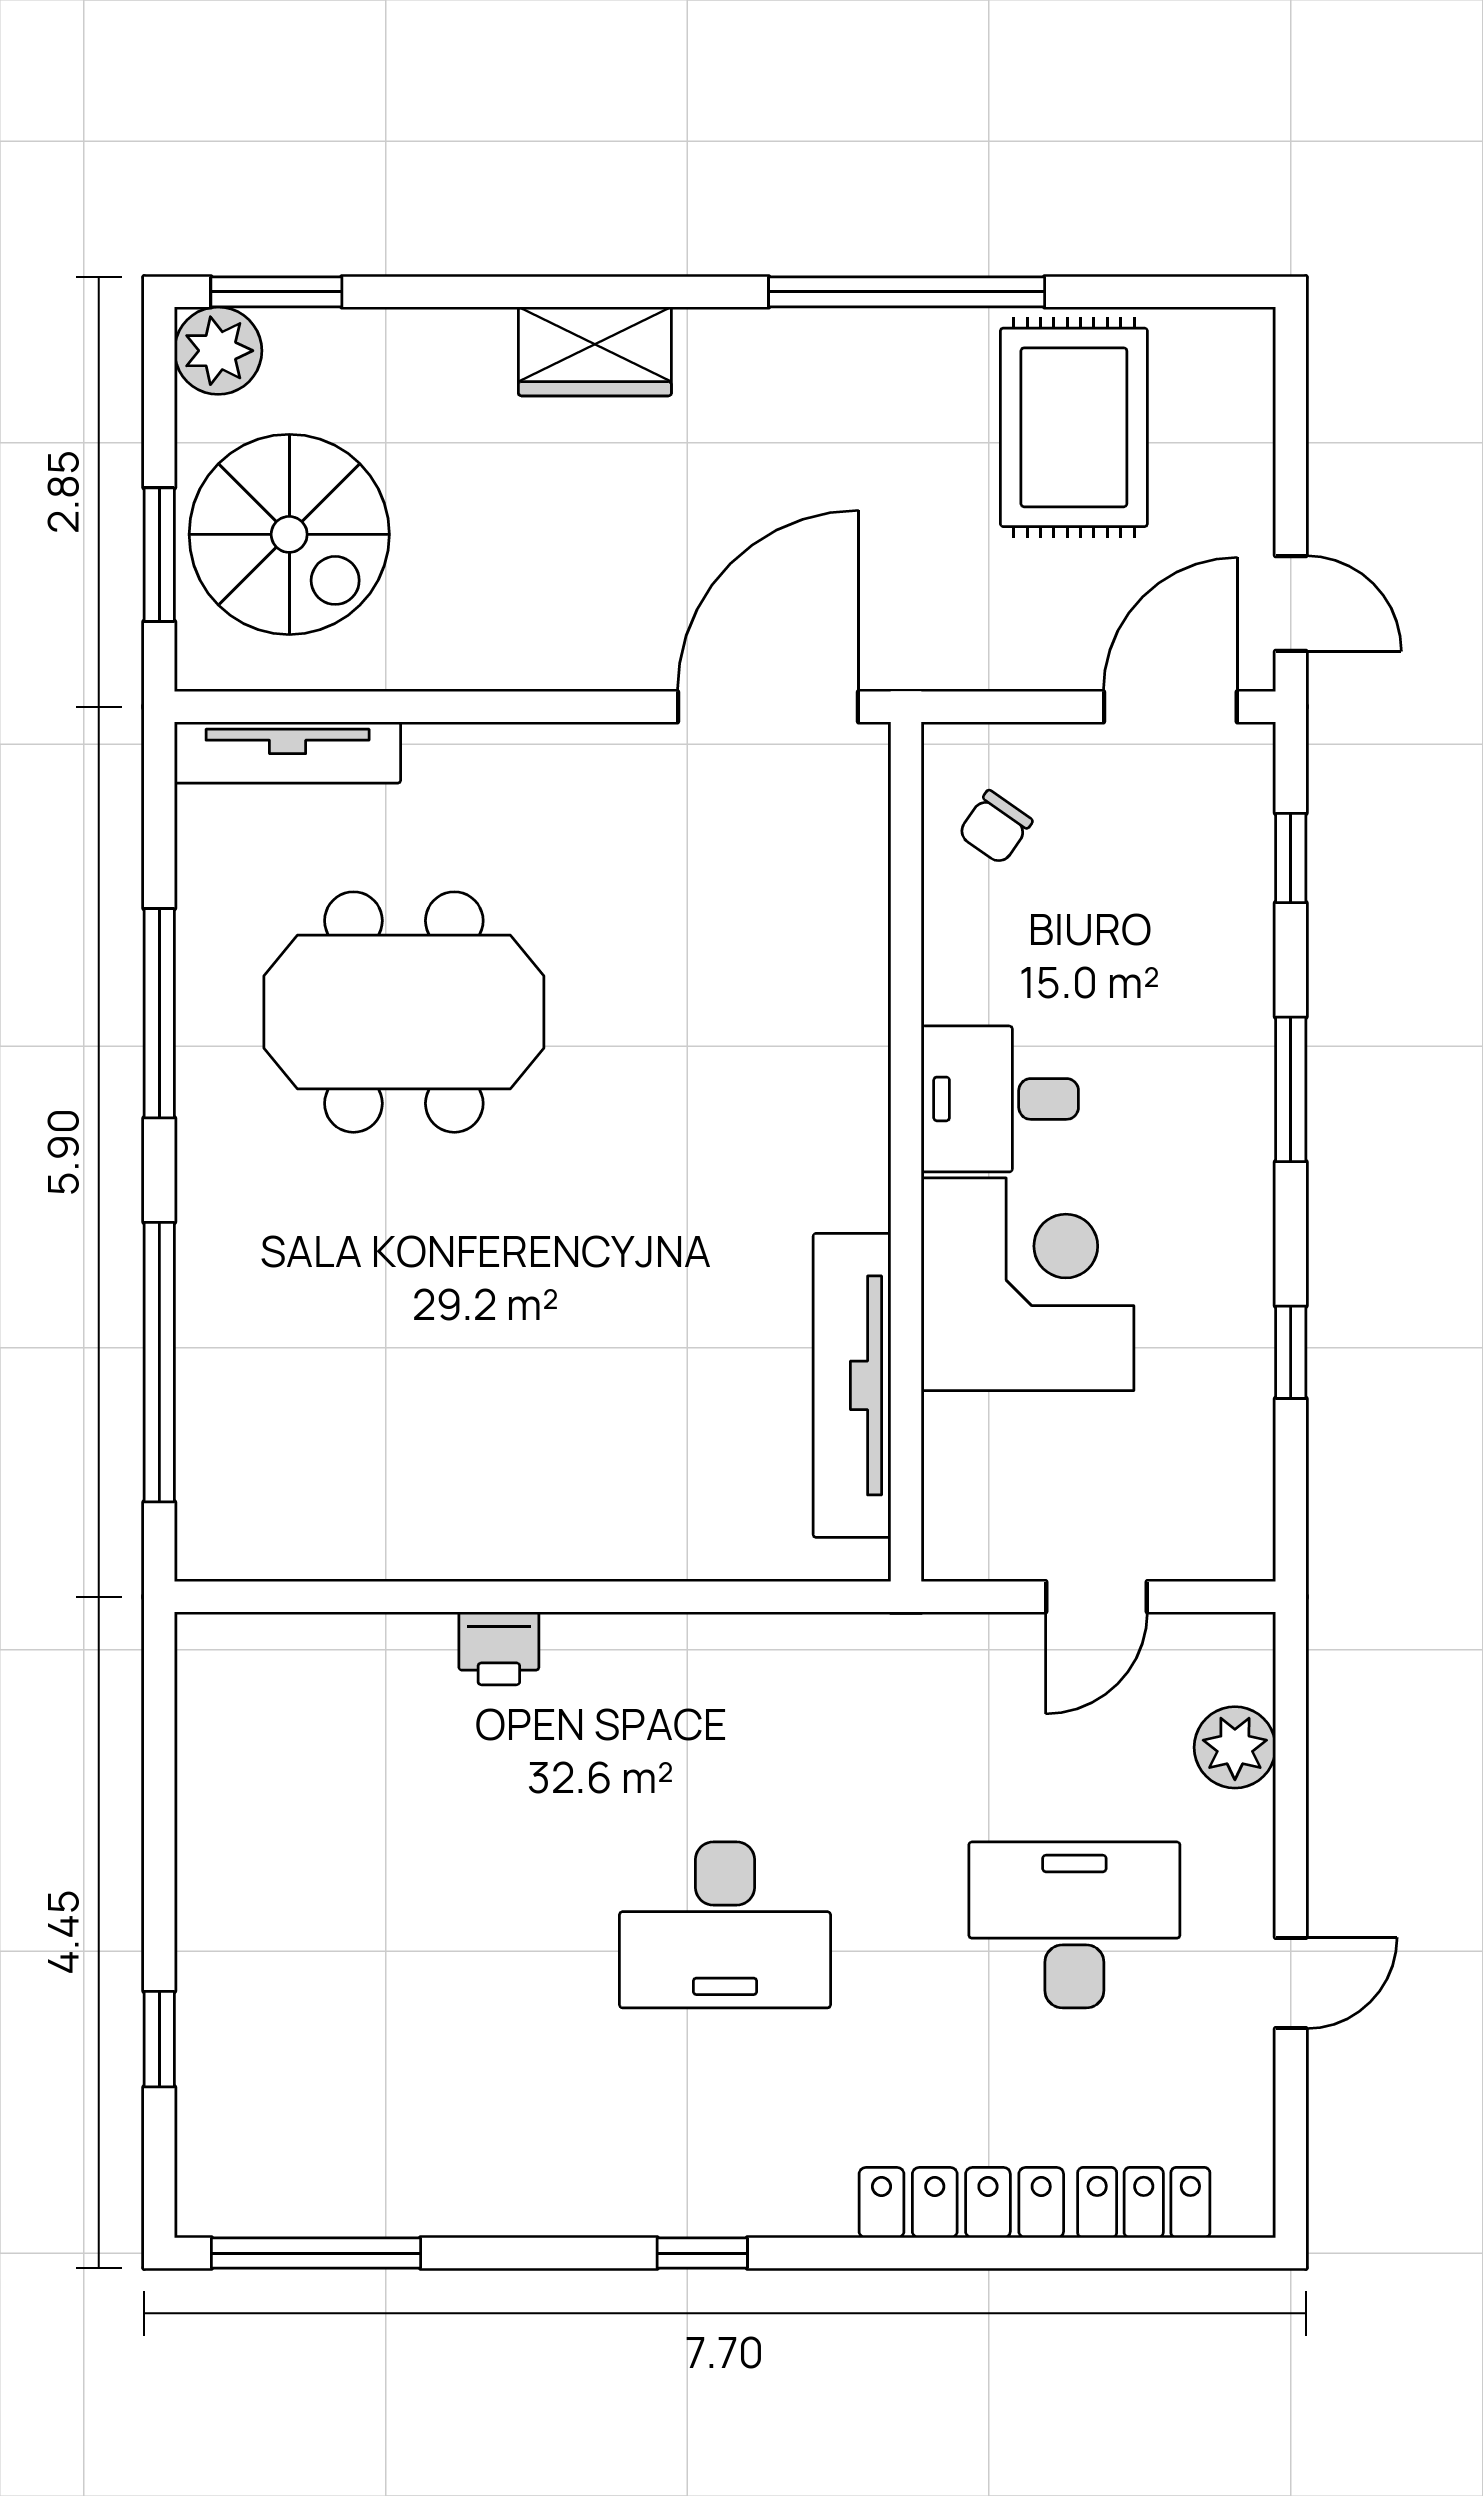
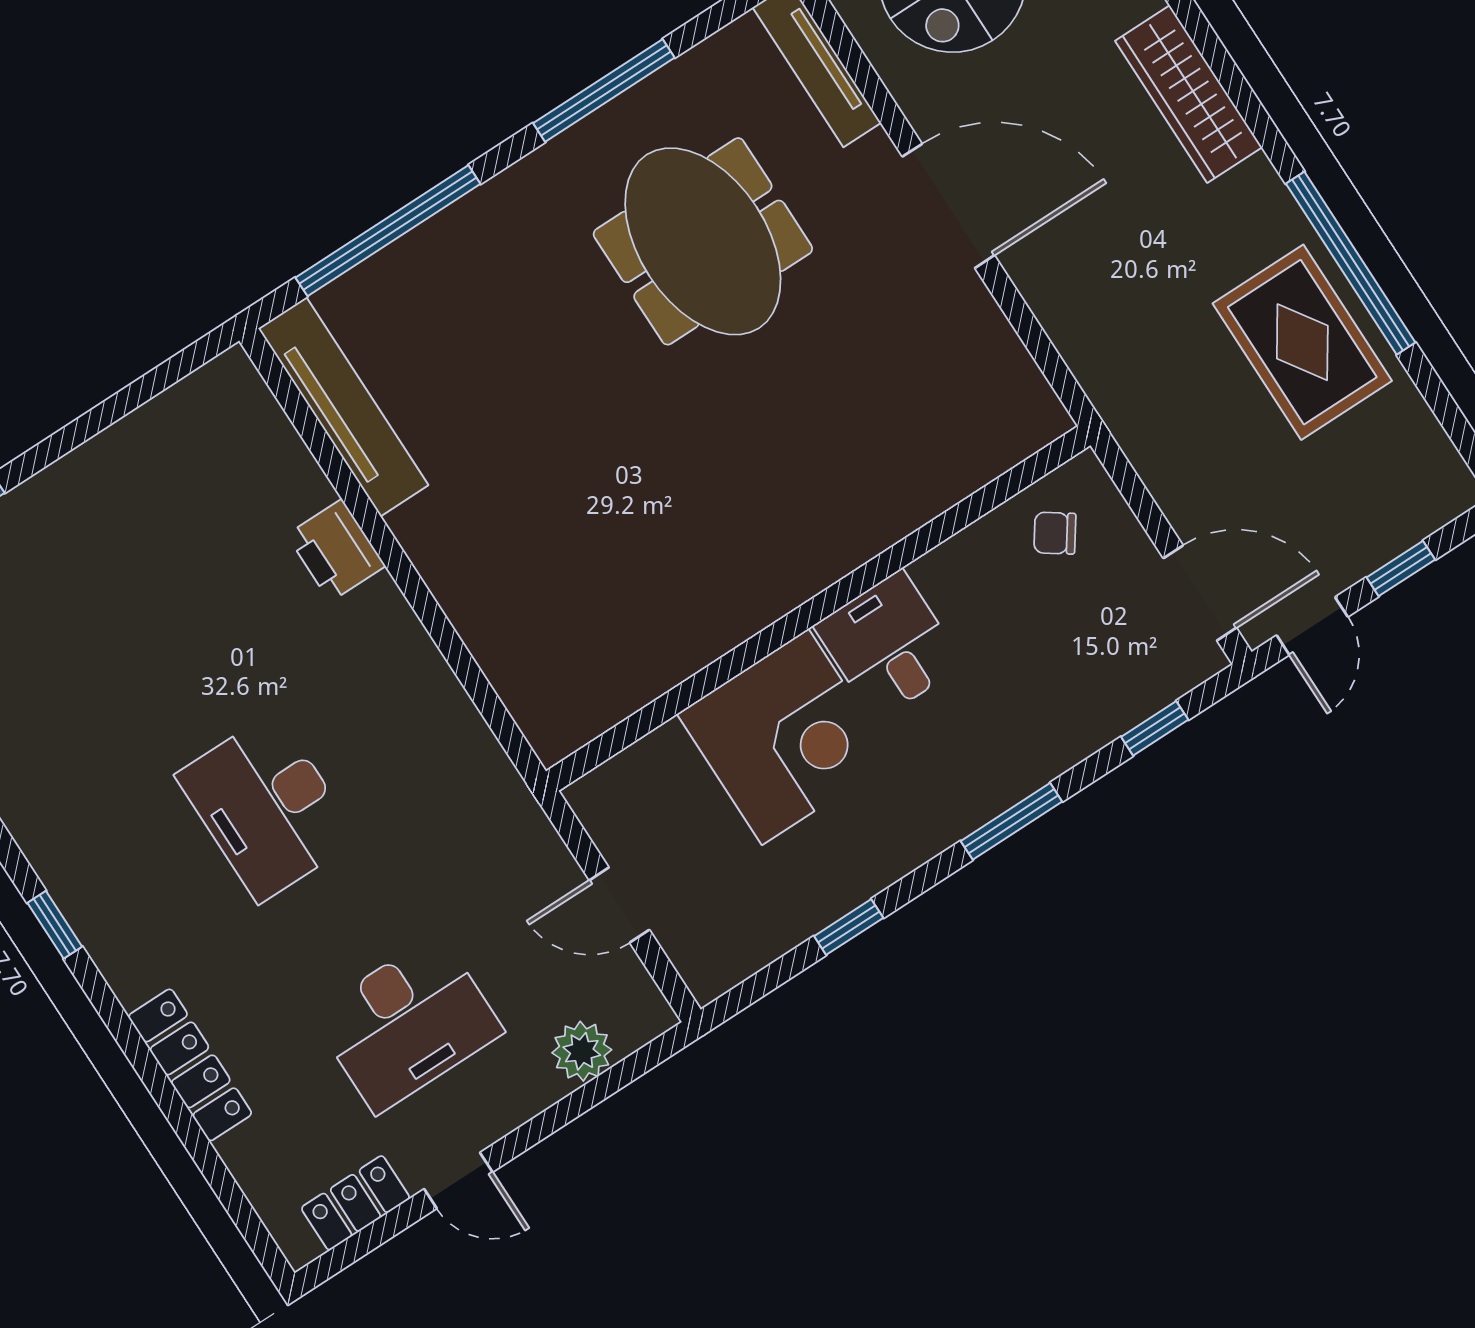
wardrobe: (595, 351) -> (1189, 94), width x1.50
rug: (1074, 427) -> (1302, 342), moved, turned 90
window: (1291, 460) -> (1401, 568), added
door: (768, 707) -> (948, 206), moved
tv unit: (852, 1385) -> (343, 407), moved, turned 90
printer: (499, 1648) -> (336, 550), width x1.36, depth x1.24
desk: (1074, 1925) -> (407, 1023), turned 90
locker: (1144, 2203) -> (355, 1203), moved, turned -90

